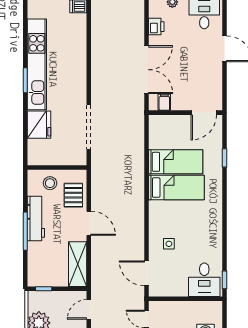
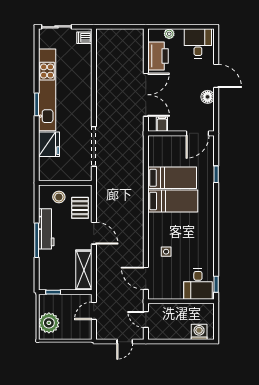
printer: (156, 27) -> (158, 56), width x1.87, depth x1.48
floor lamp: (215, 72) -> (208, 97), added

